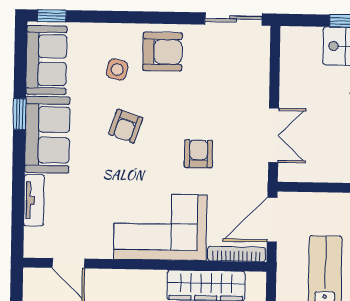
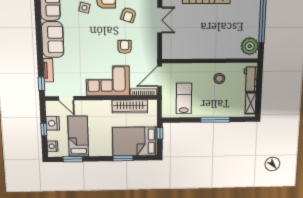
window: (20, 114) -> (41, 84), moved
armchair: (126, 126) -> (128, 15), moved
double door: (274, 135) -> (160, 20), moved

